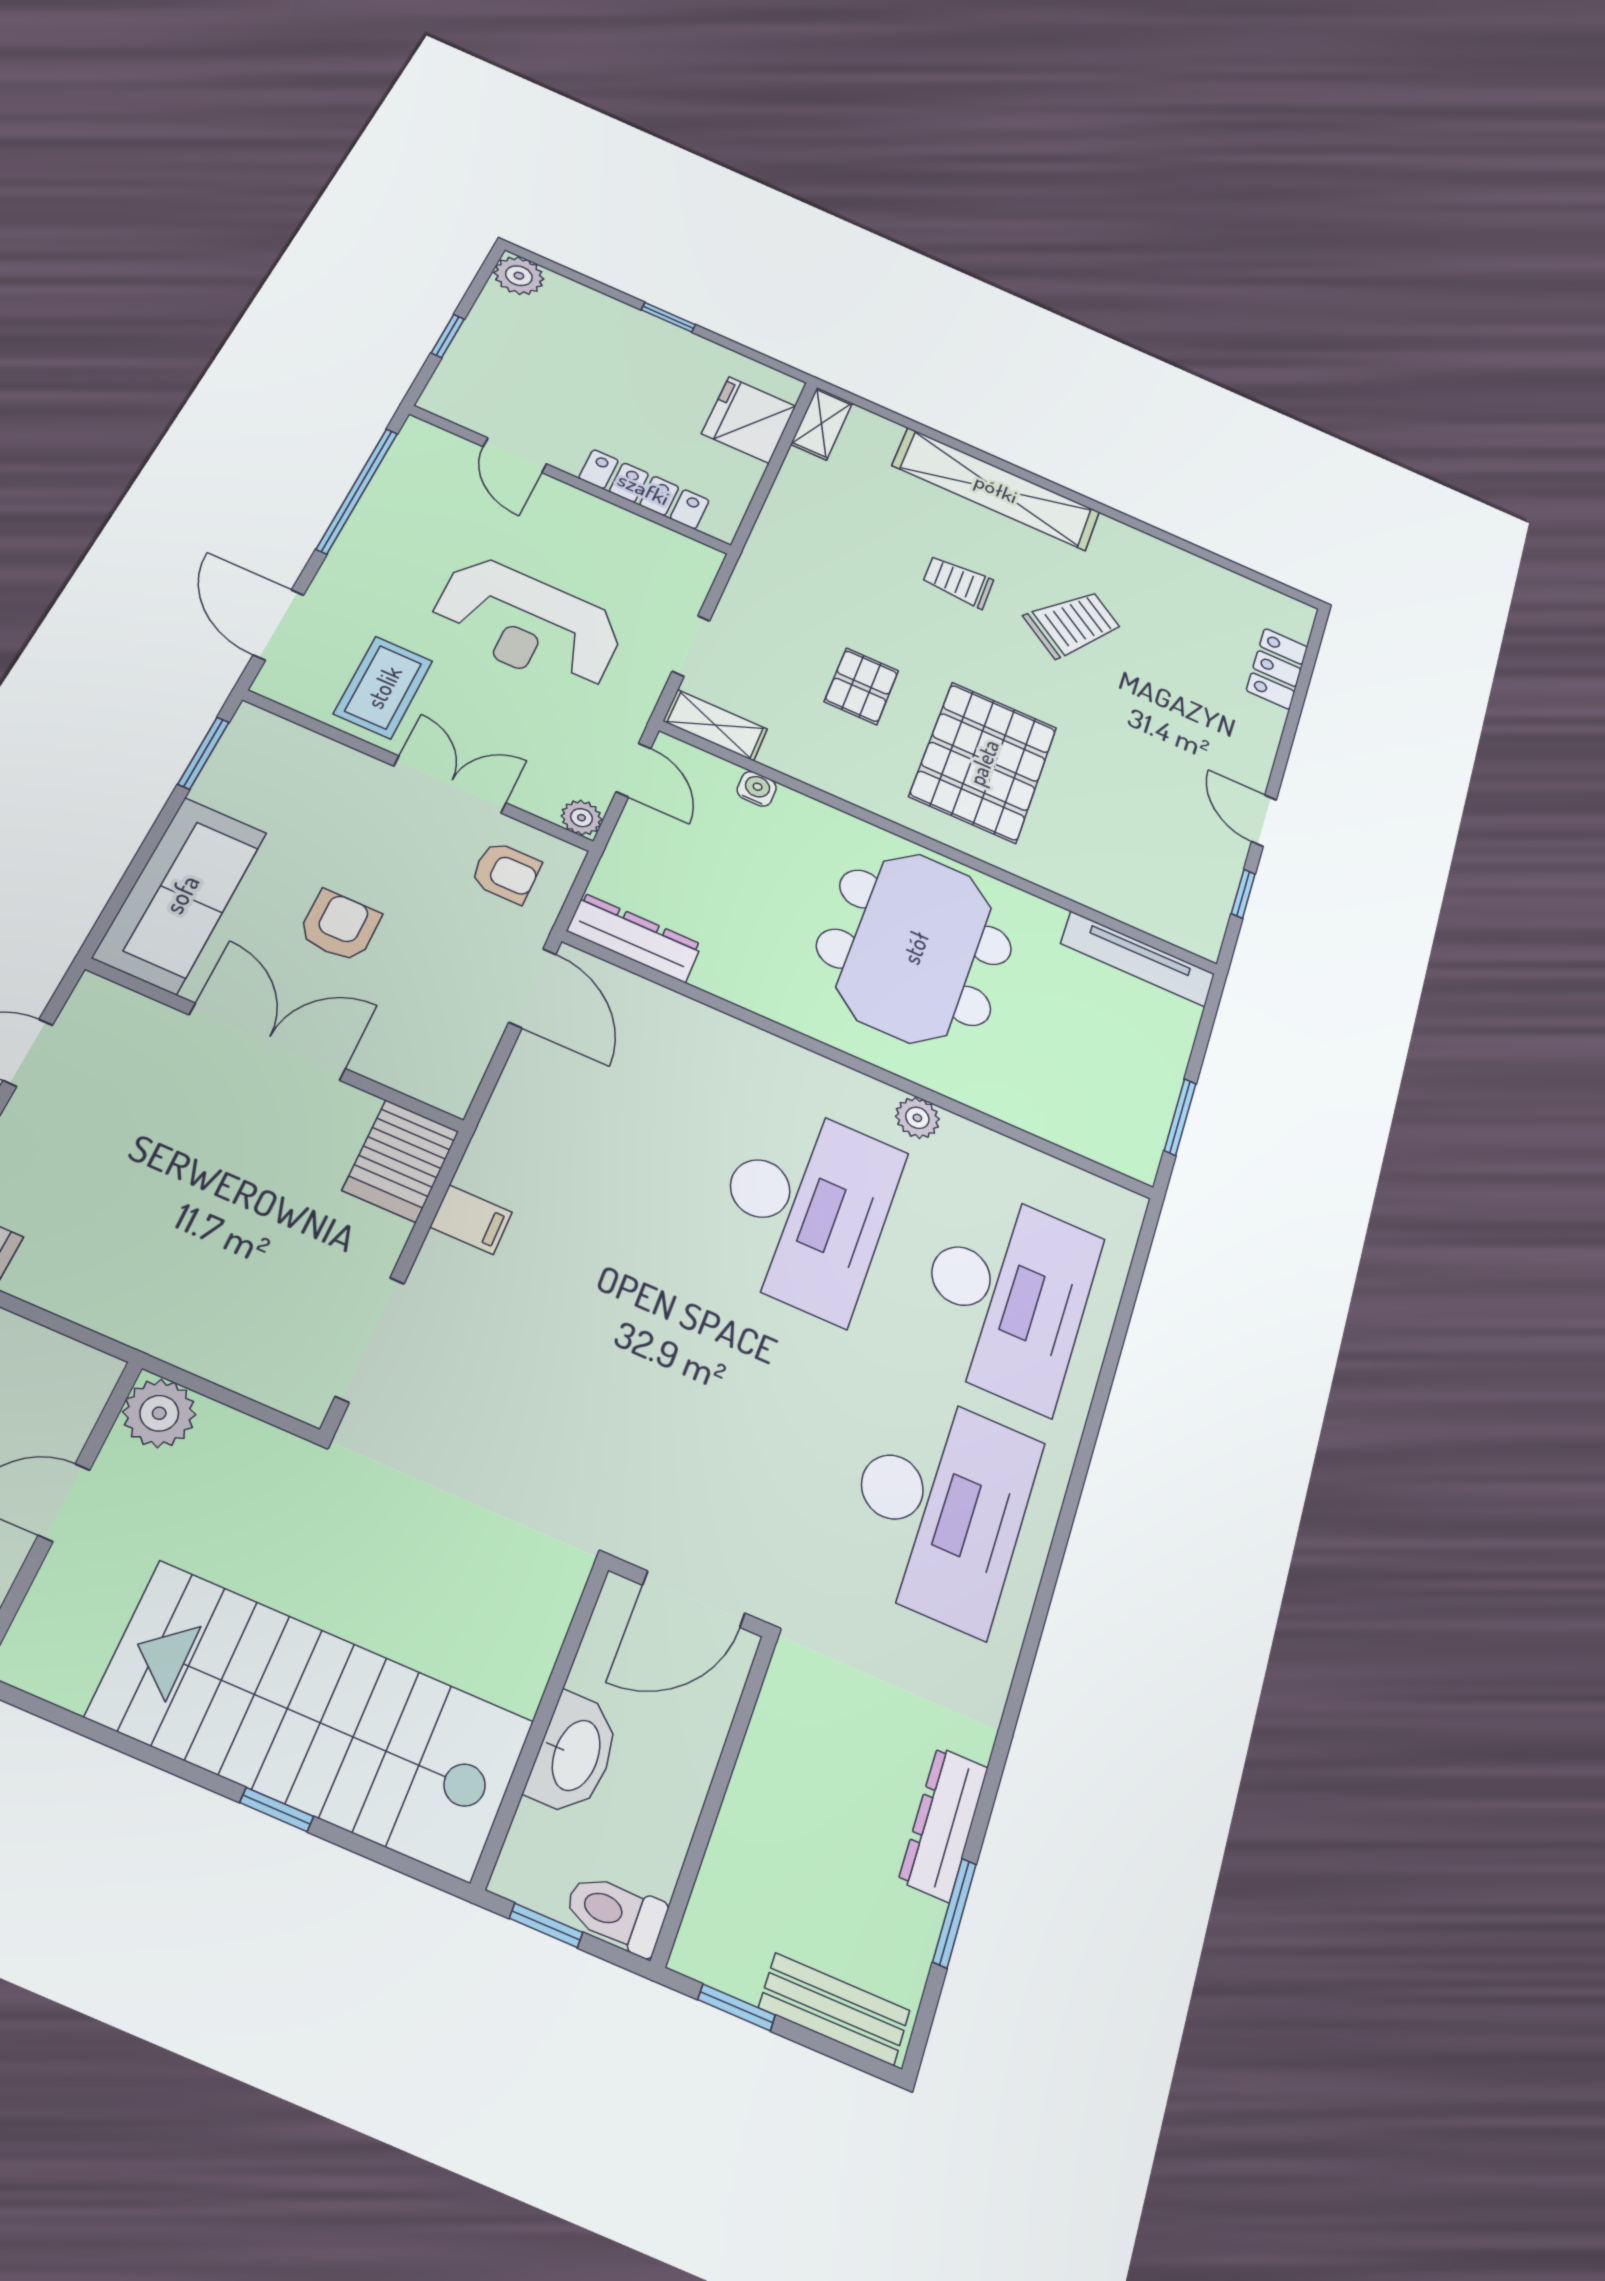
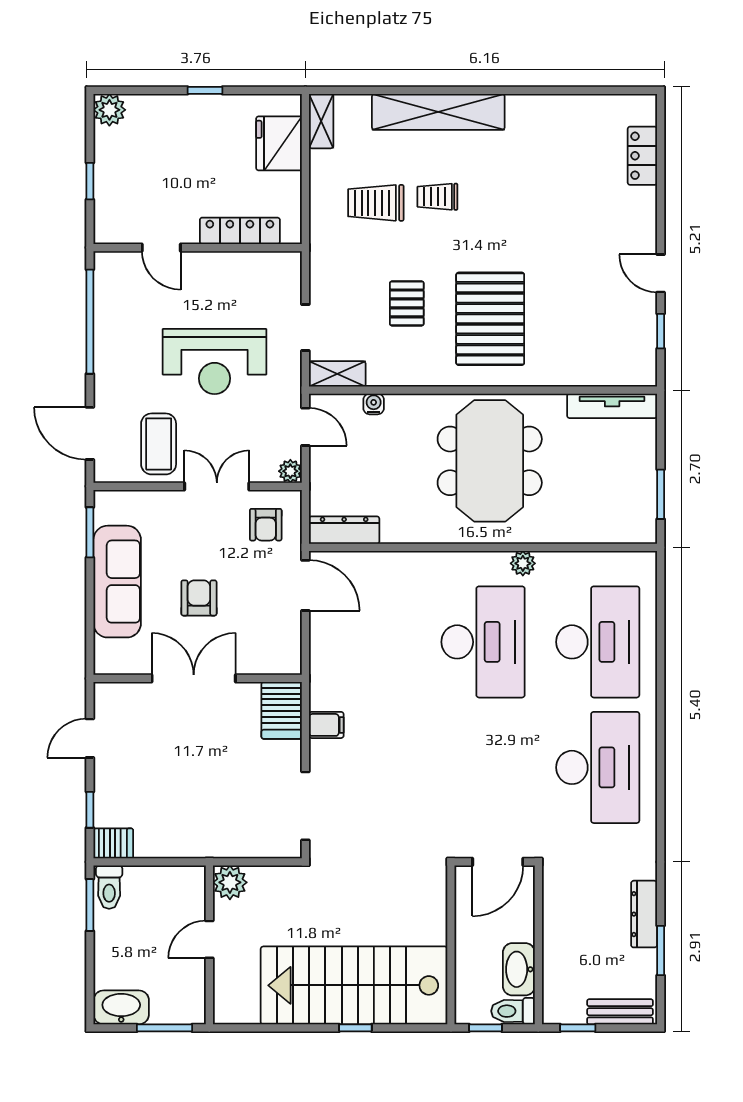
trolley: (1073, 624) -> (376, 203), moved, turned -128
armchair: (506, 872) -> (266, 525), turned 90
sofa: (181, 894) -> (117, 582), moved
washbasin: (574, 1754) -> (519, 969), moved, turned 180

